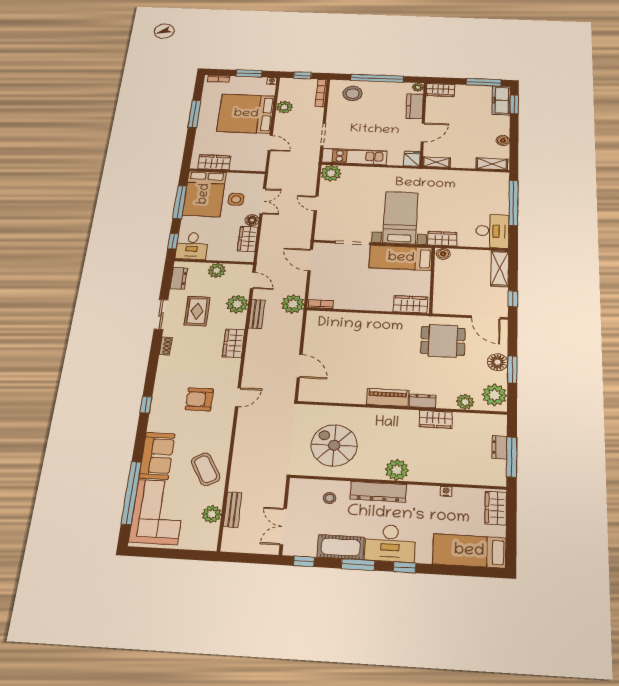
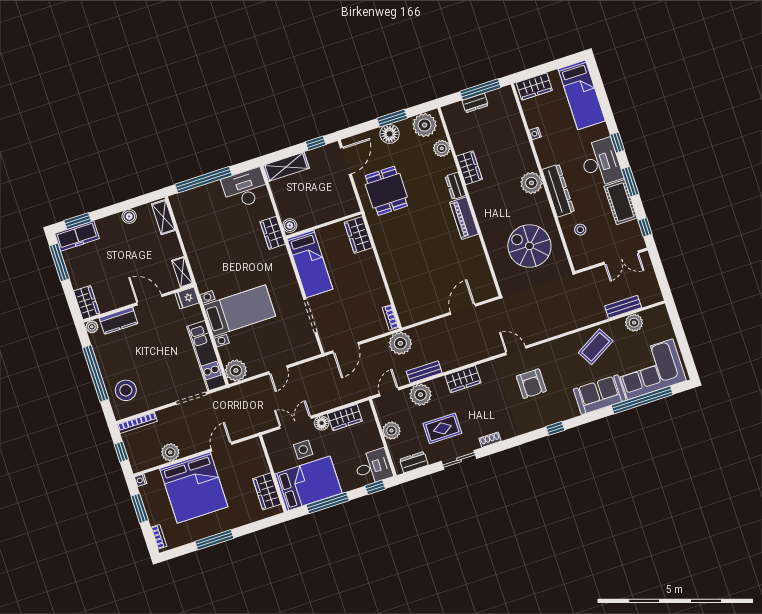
bed with nightstands: (400, 218) -> (239, 311), moved, turned 180
spiral stairs: (334, 445) -> (529, 246), turned 90

